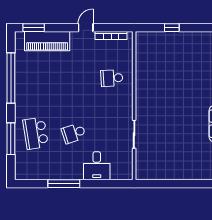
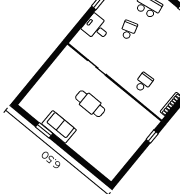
window: (172, 28) -> (152, 137), moved
cafe table: (174, 112) -> (90, 104), added

